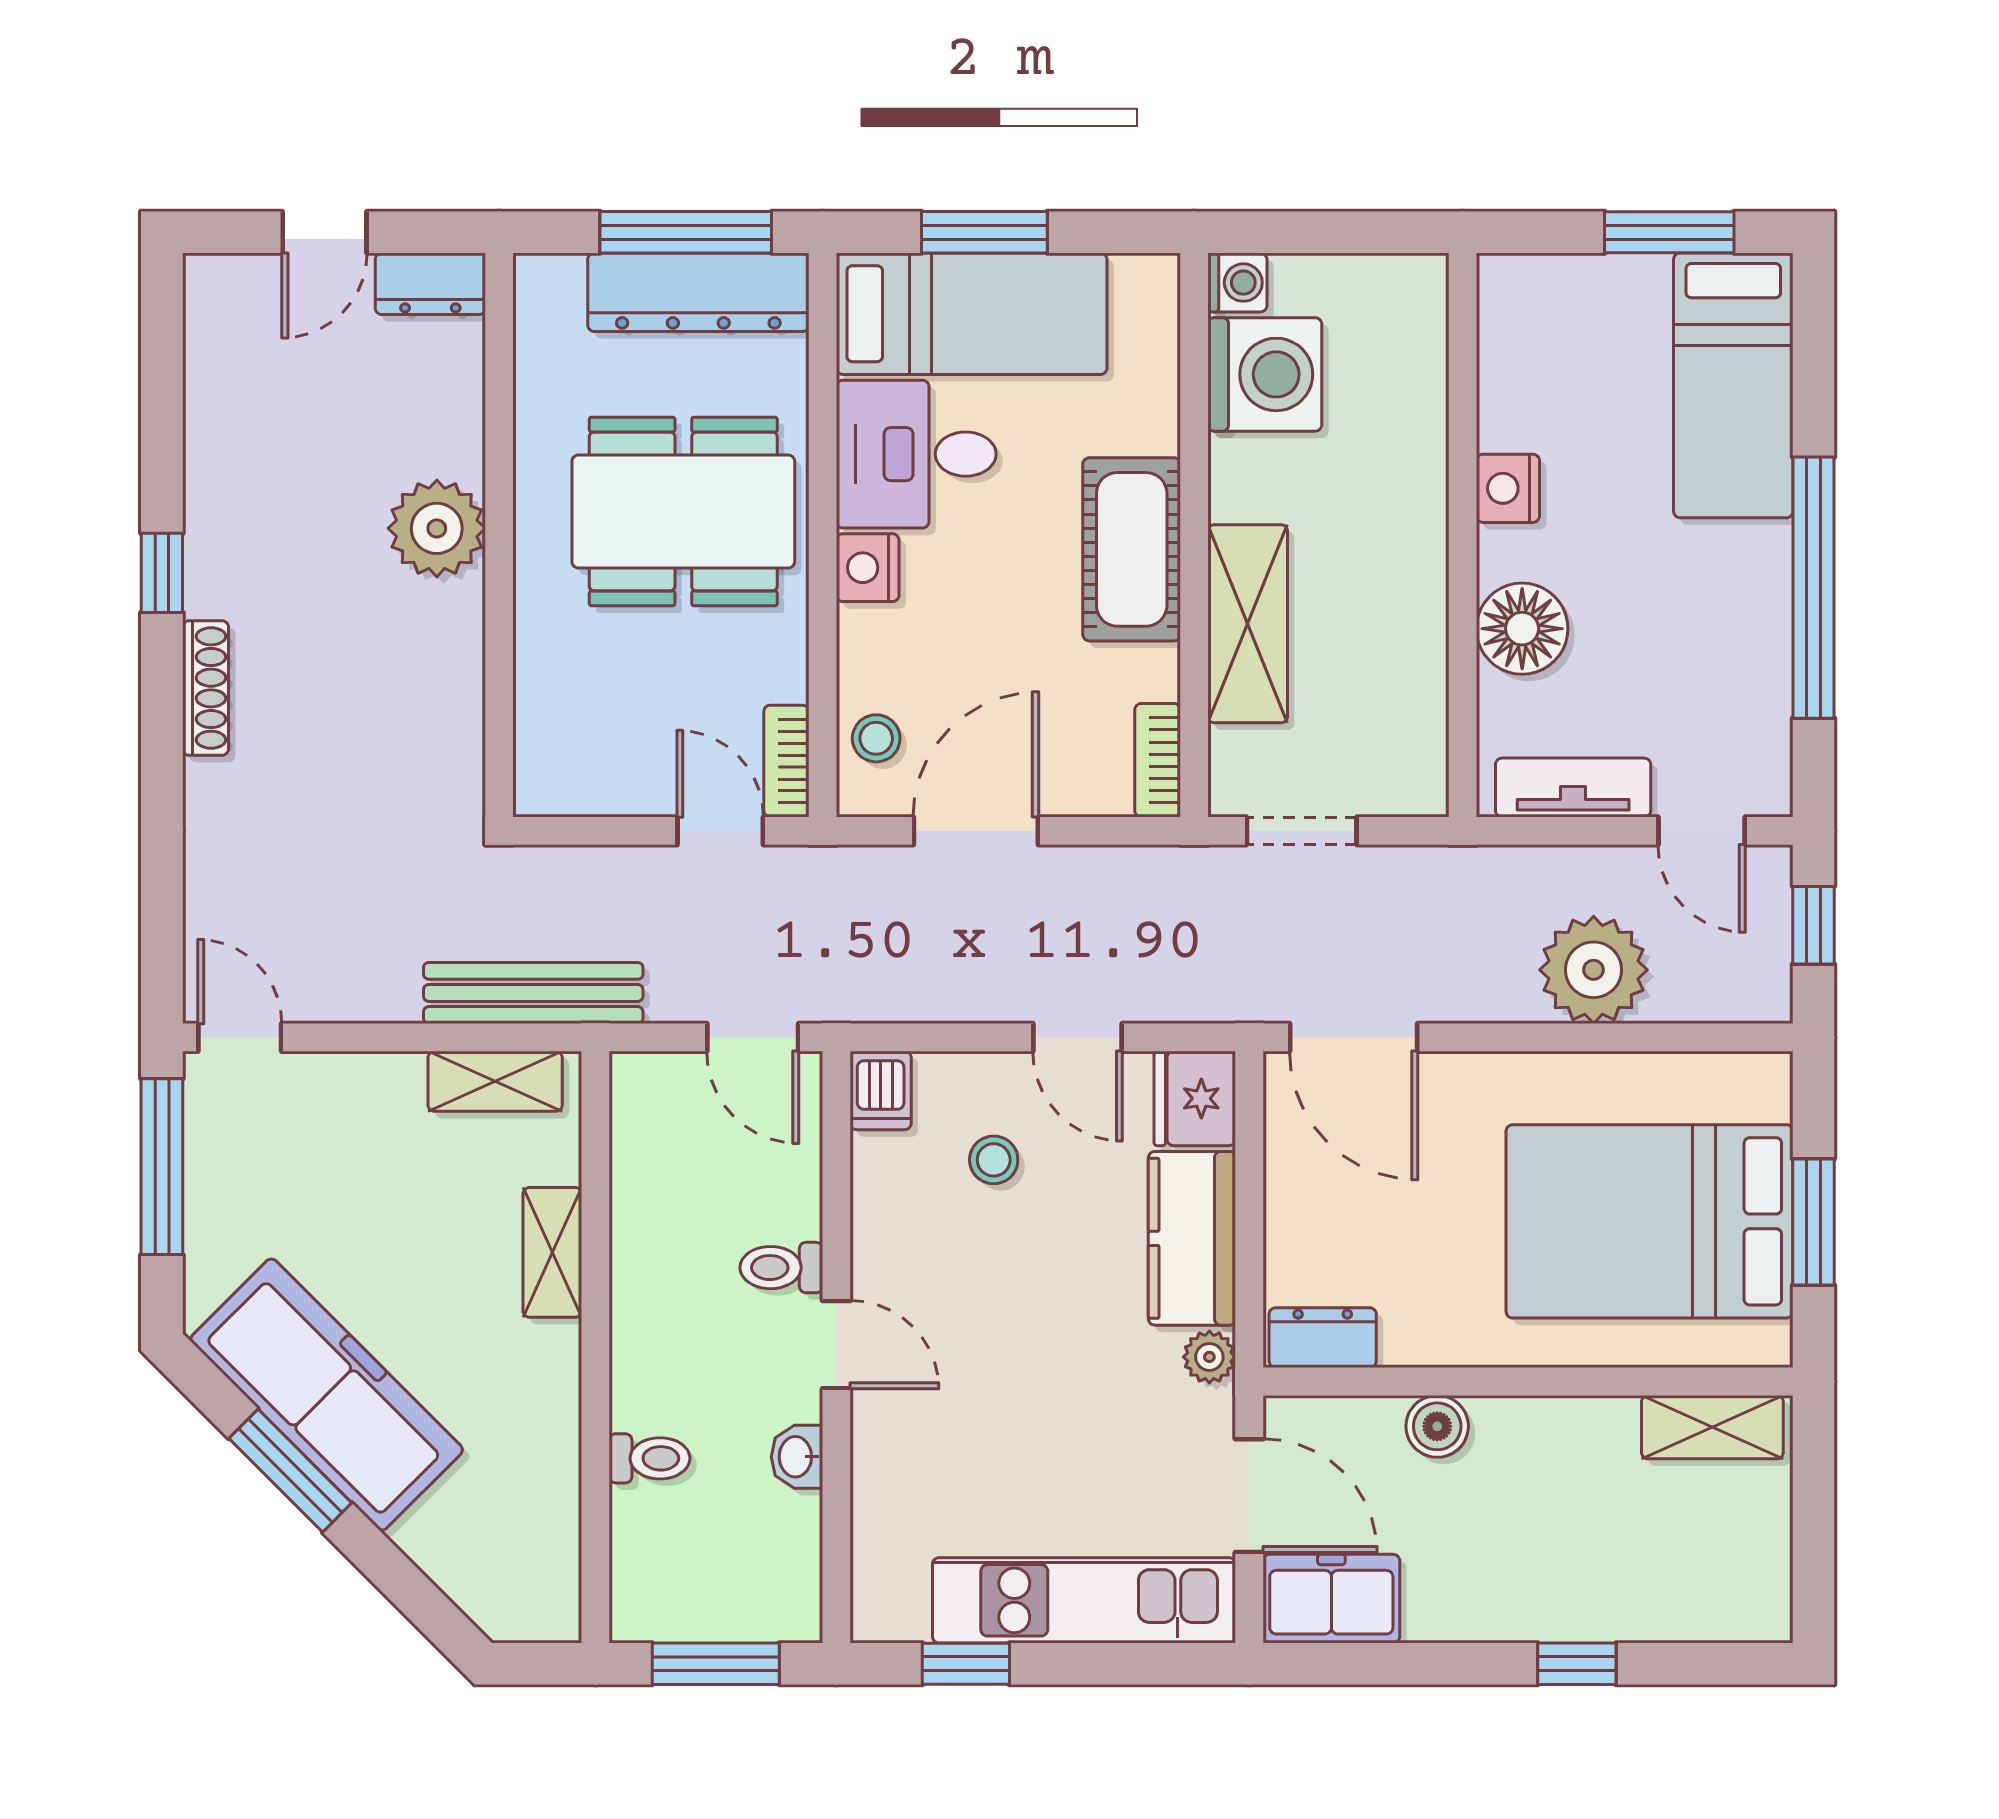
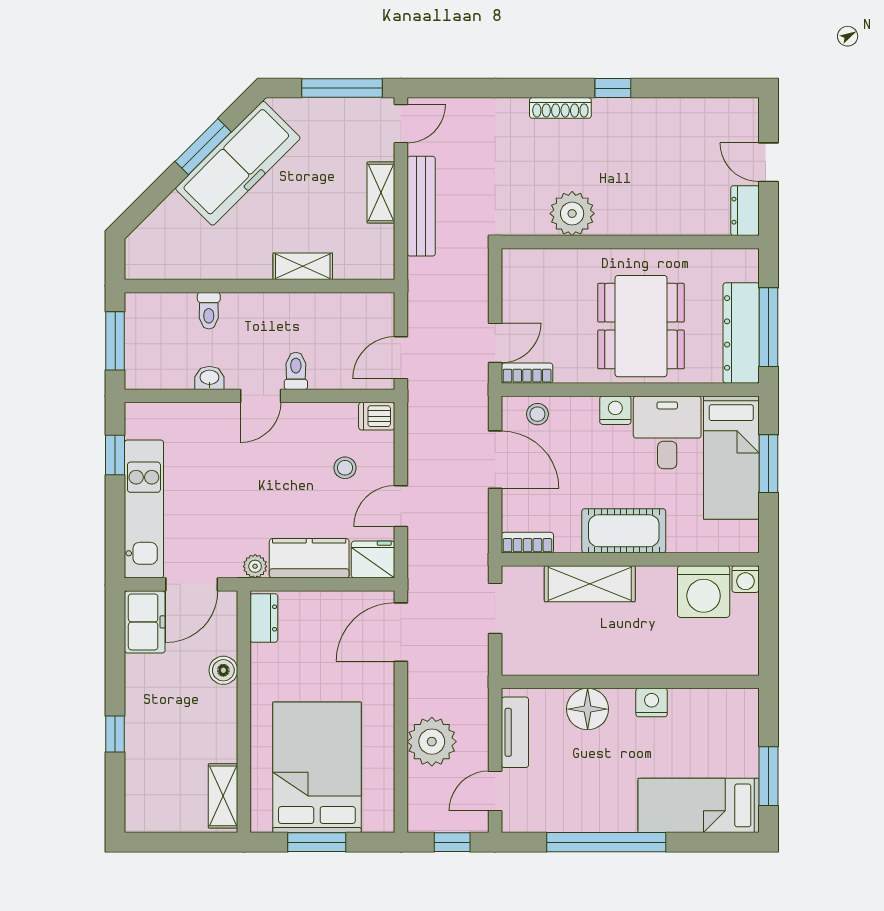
plant: (437, 528) -> (572, 214), moved
bench: (533, 993) -> (421, 206), moved
shelving: (495, 1081) -> (381, 193), moved

